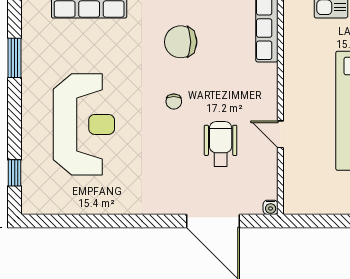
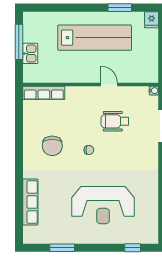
reception desk: (84, 124) -> (103, 205), turned 180
door: (280, 134) -> (109, 85), swing flipped

